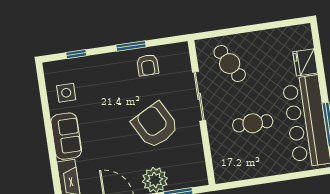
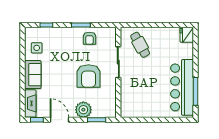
fridge: (305, 62) -> (187, 35), moved
cafe table: (253, 123) -> (149, 84), removed
armchair: (155, 125) -> (89, 76), turned -152

